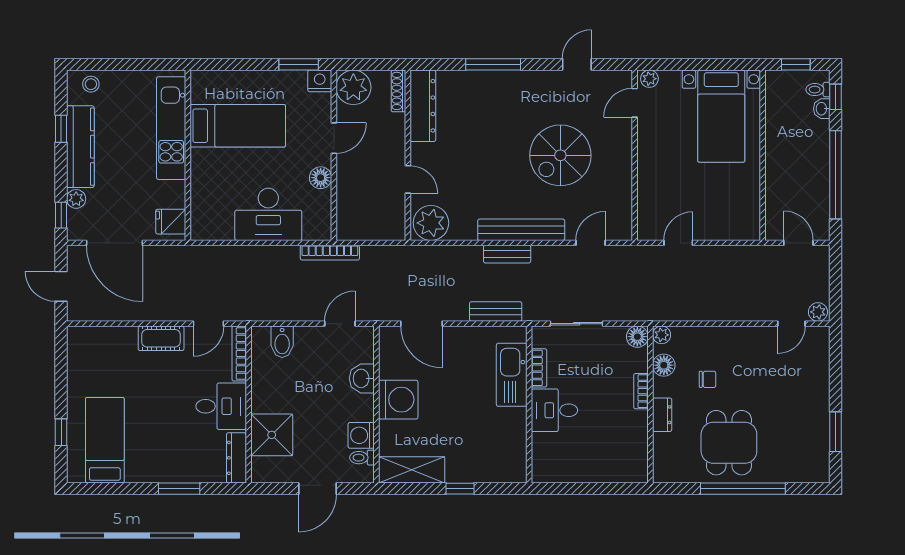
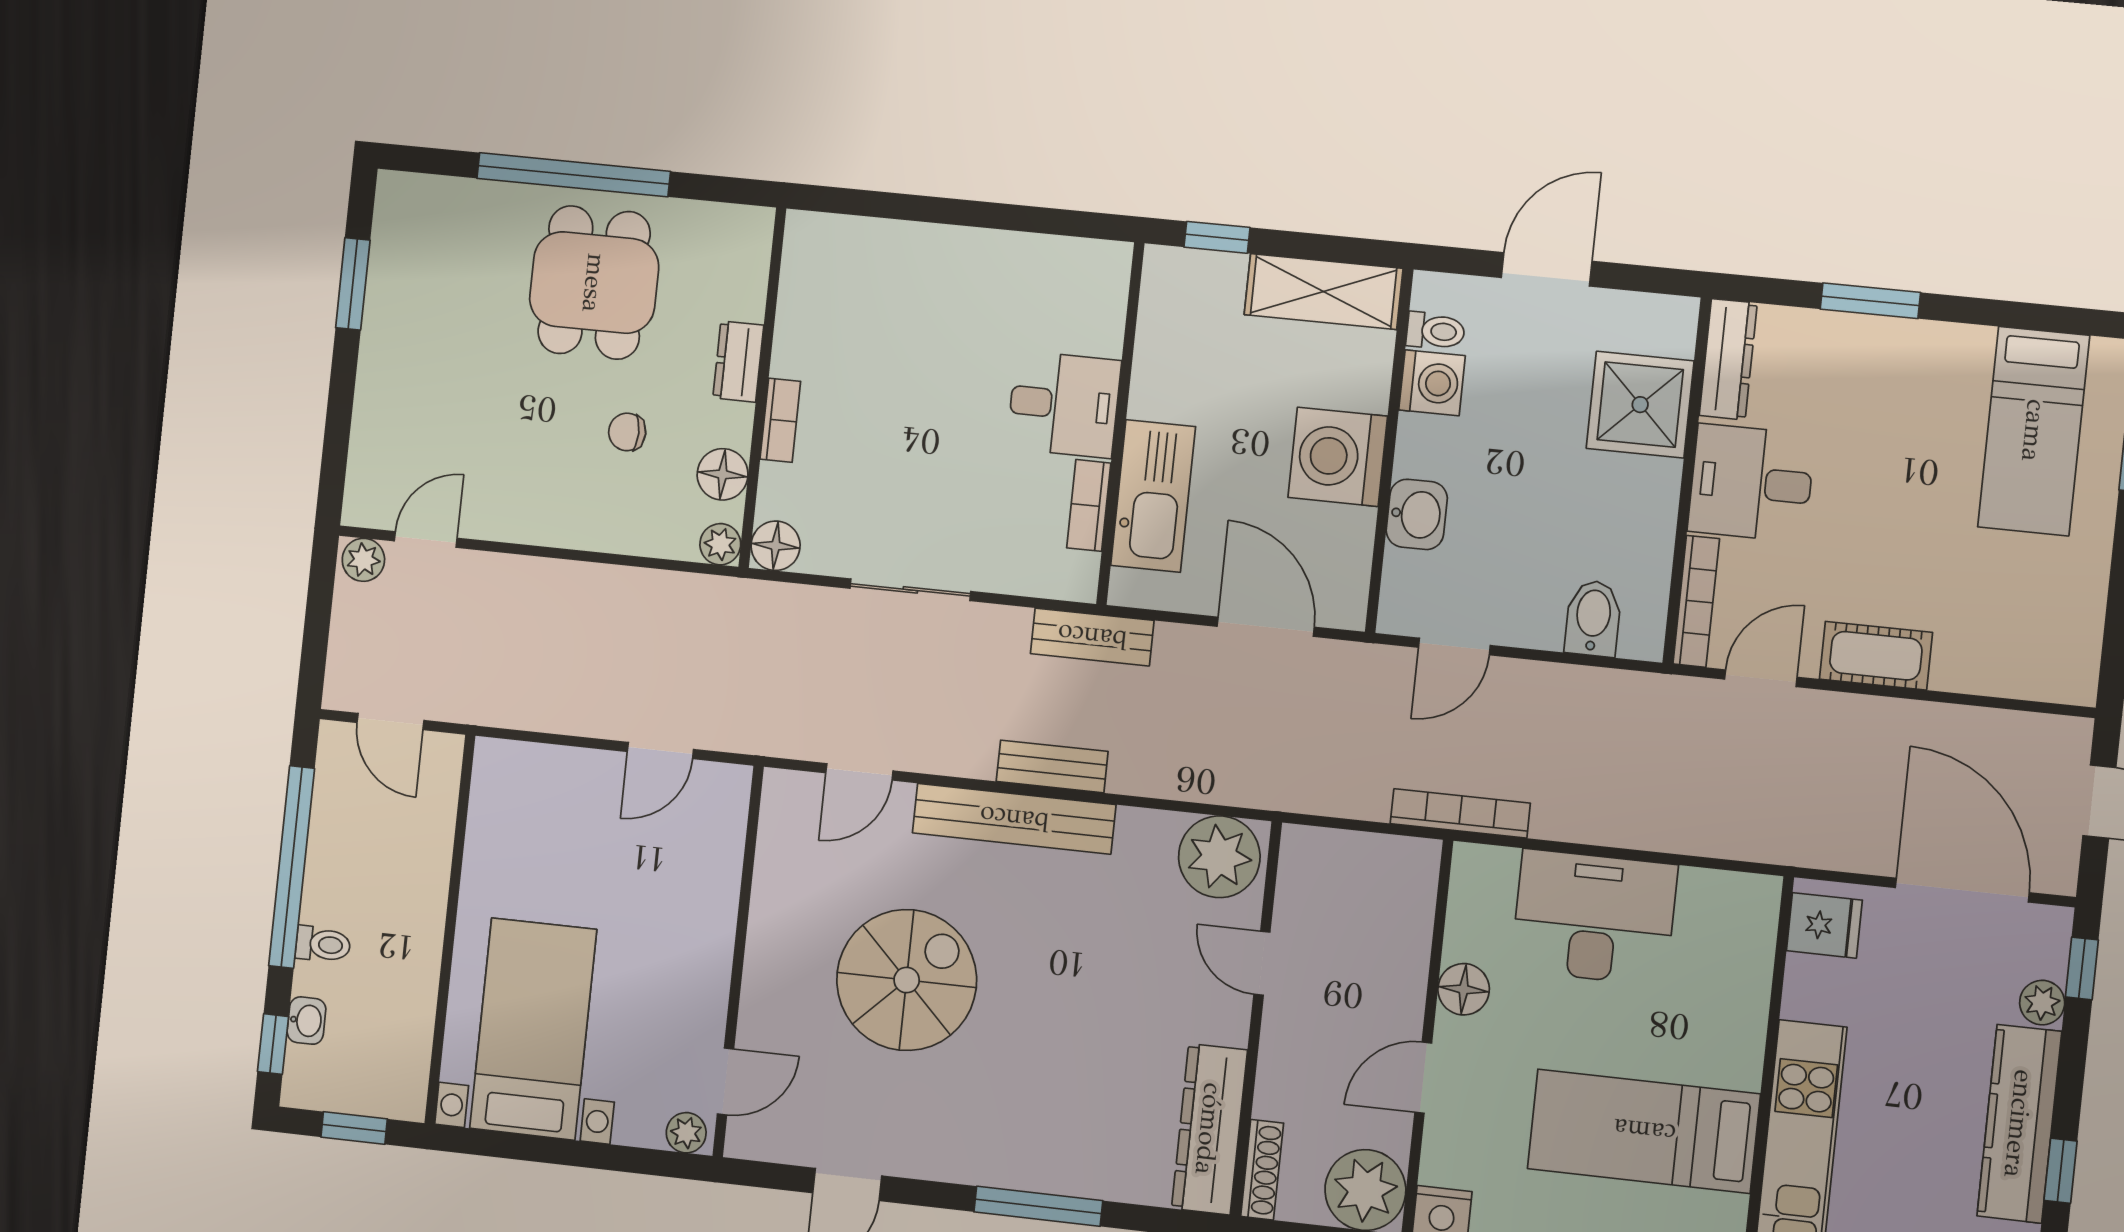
toilet: (818, 90) -> (323, 944), moved
bookcase: (539, 368) -> (1089, 505), moved
kitchen sink: (512, 375) -> (1153, 496), moved
wall: (529, 404) -> (1120, 424), moved
desk: (554, 410) -> (1064, 404), moved

